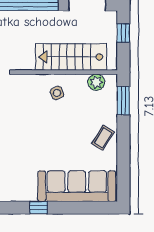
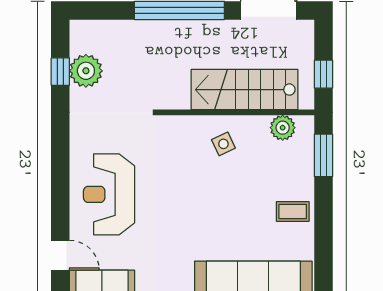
window: (123, 33) -> (323, 74), moved
coffee table: (103, 138) -> (293, 211), turned 58

